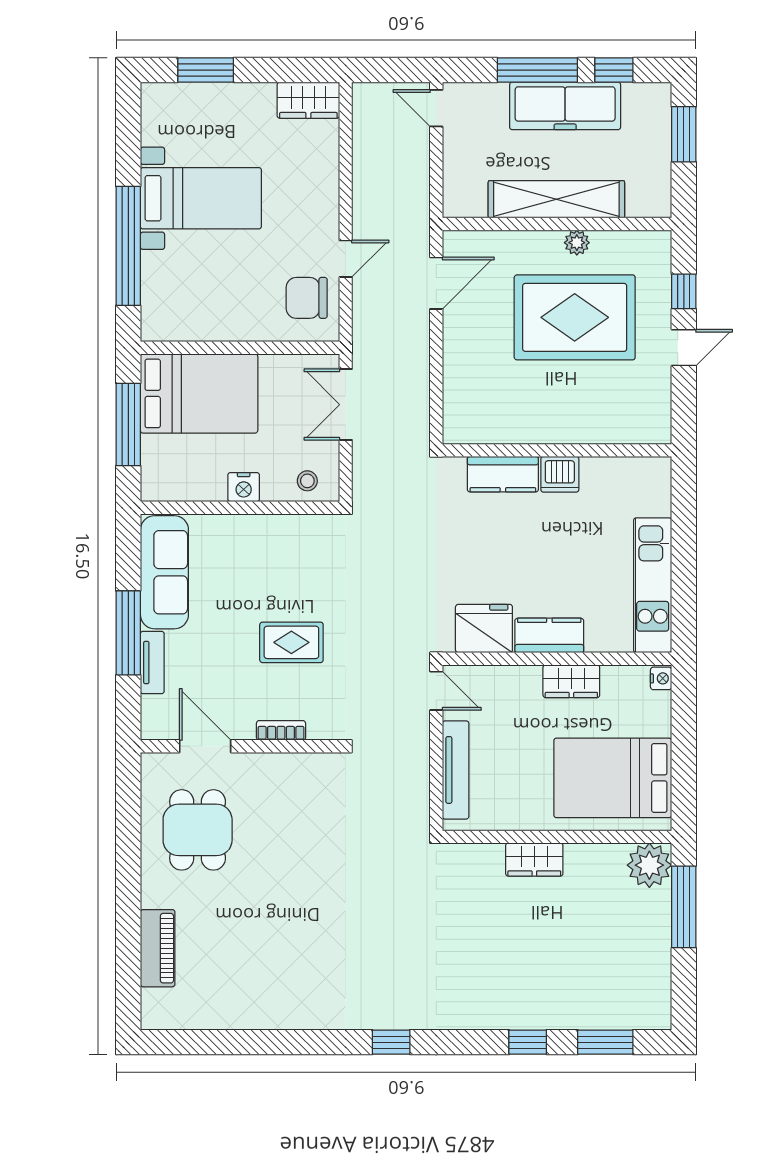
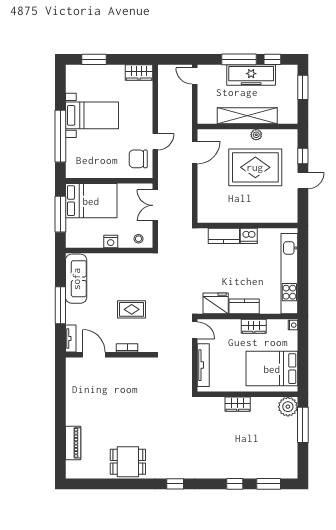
kitchen unit: (653, 585) -> (289, 274), width x1.36
tv unit: (152, 662) -> (71, 338), moved
dining table: (198, 830) -> (128, 462), moved, turned 90

